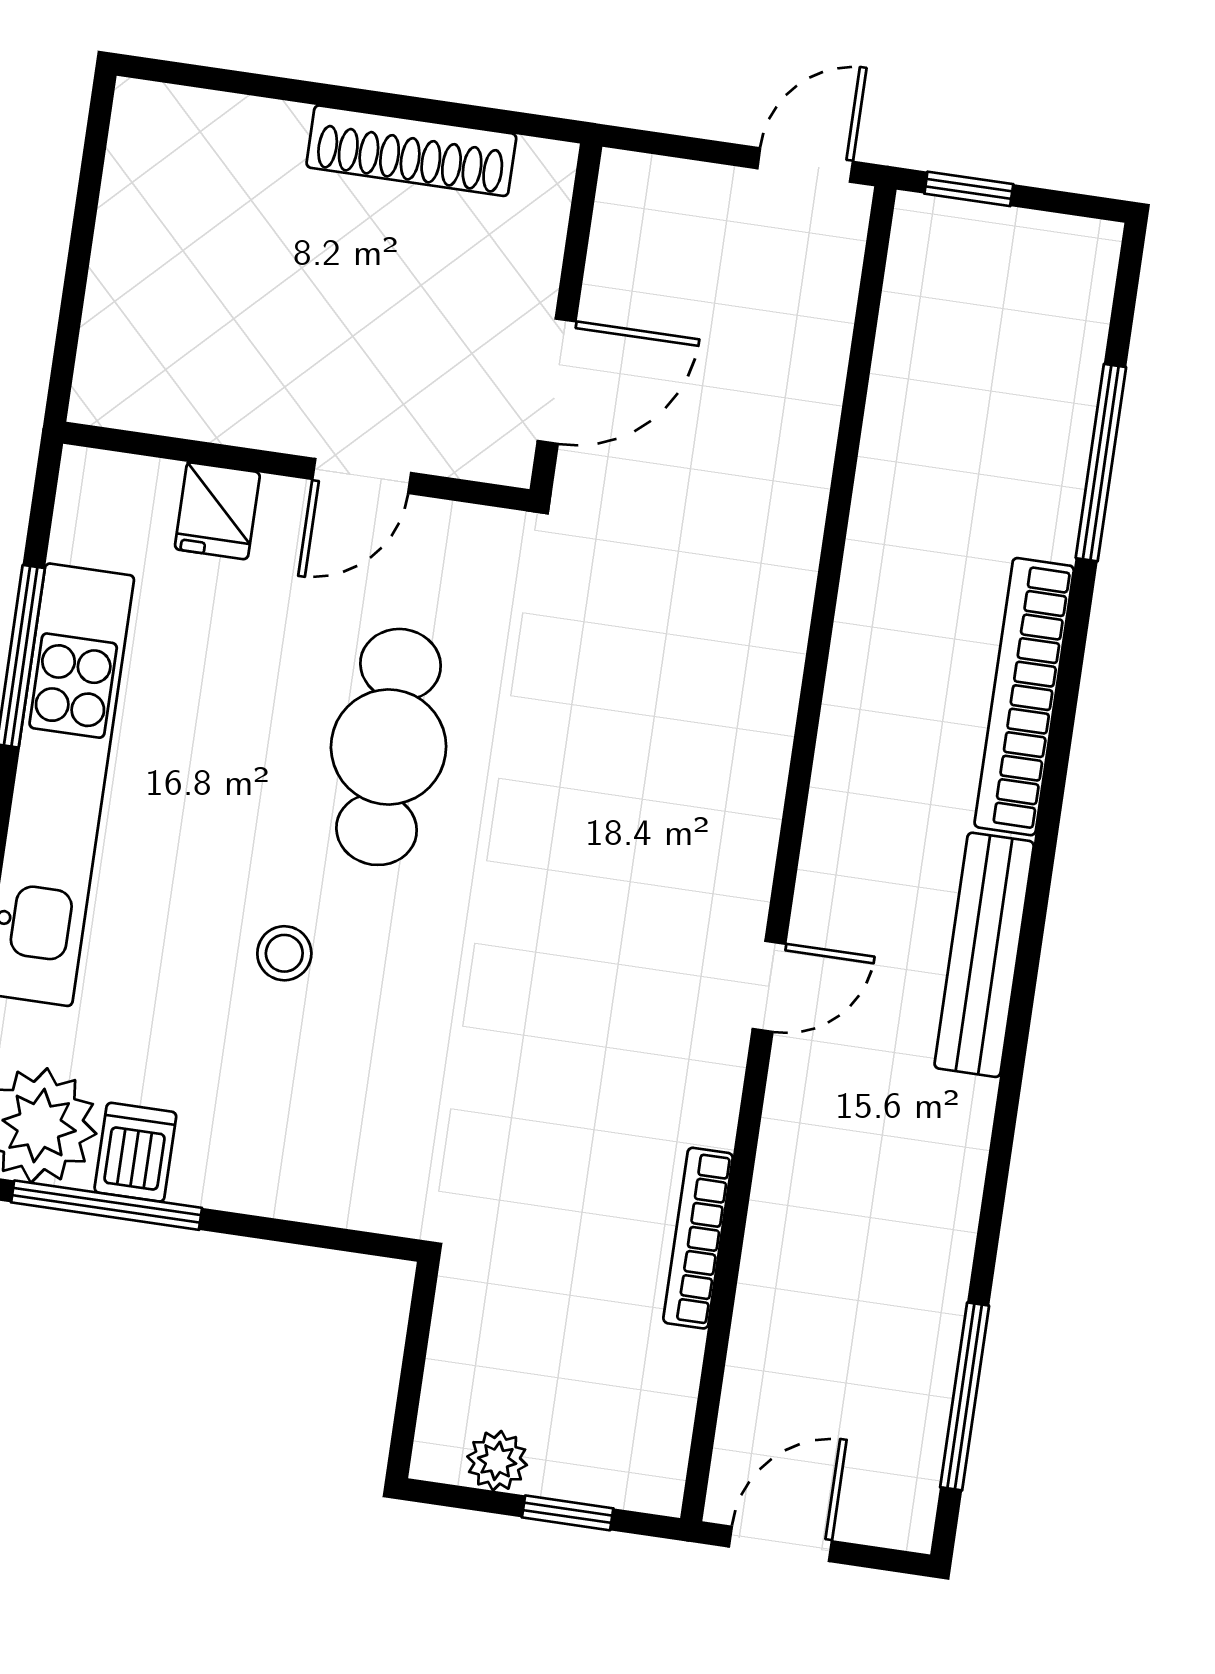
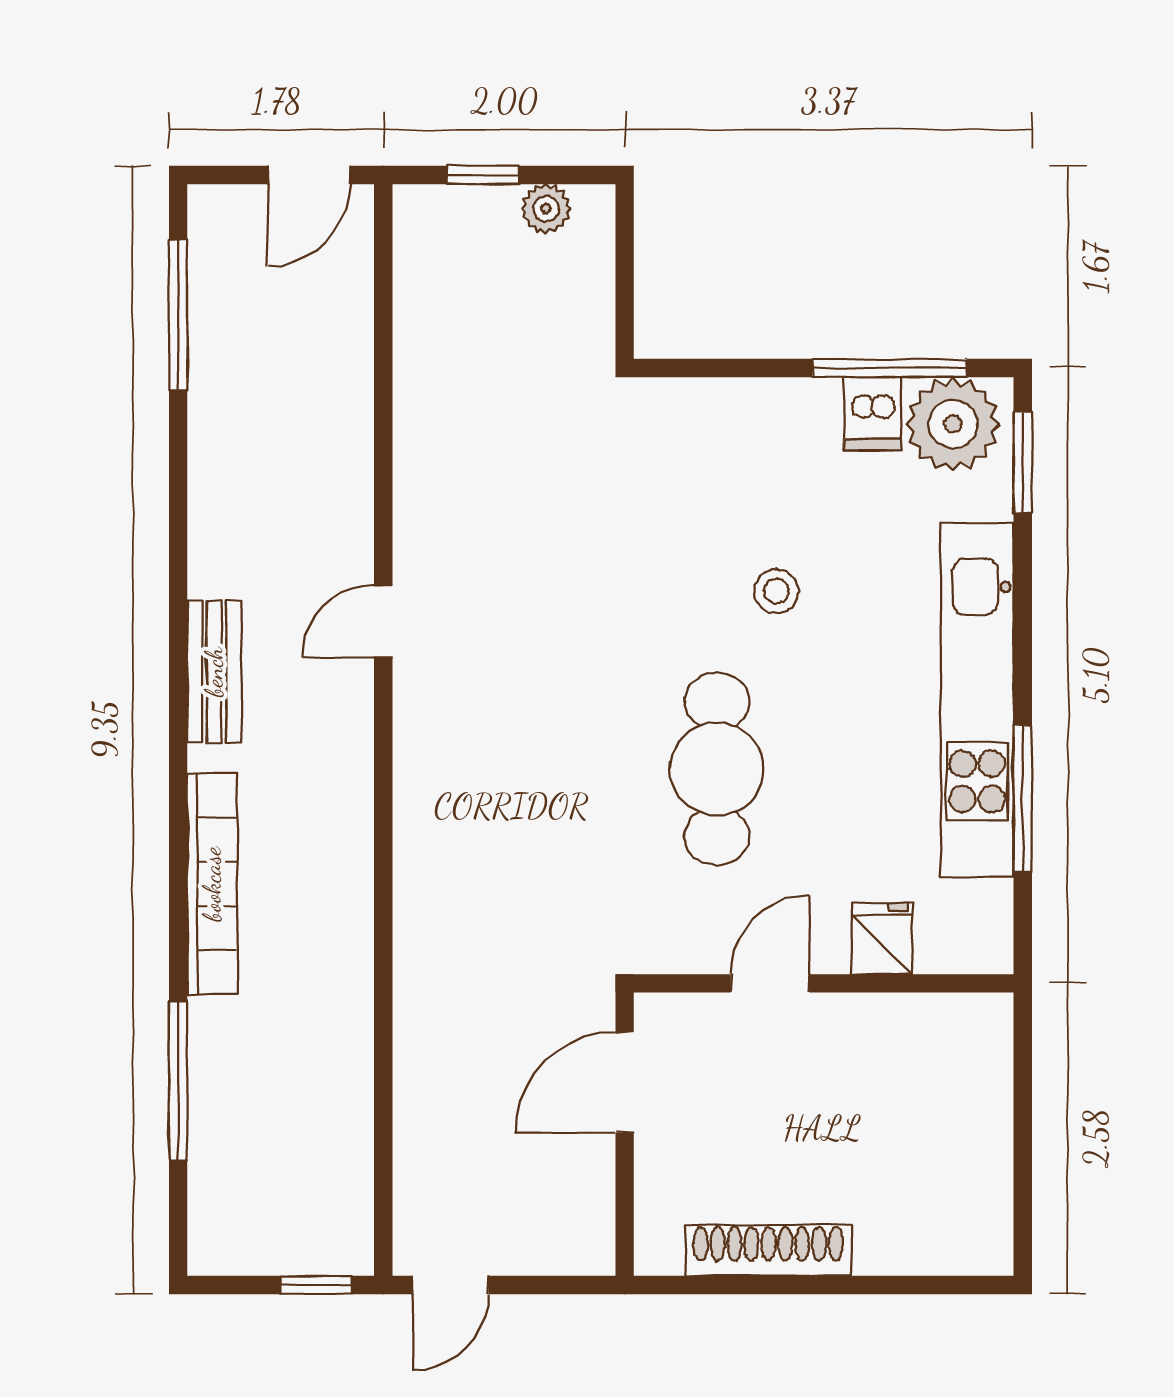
bench: (984, 955) -> (214, 672), width x0.73
bookcase: (698, 1238) -> (411, 411), removed

